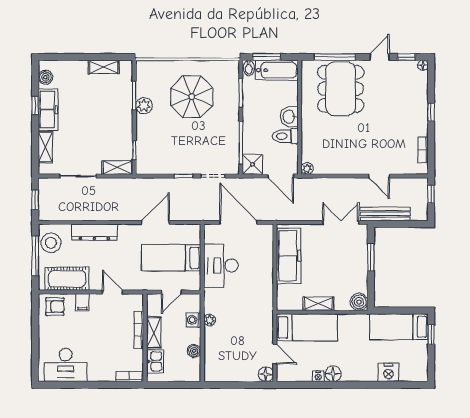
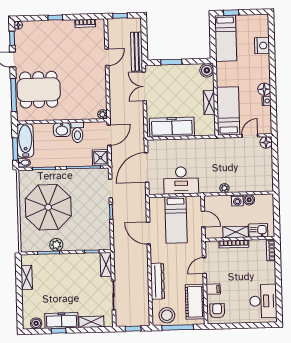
parasol: (192, 97) -> (48, 207), width x1.36, depth x1.36
washing machine: (194, 320) -> (237, 200), moved

